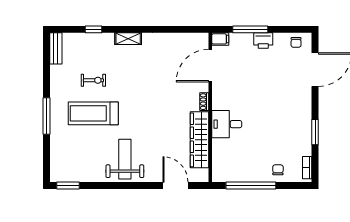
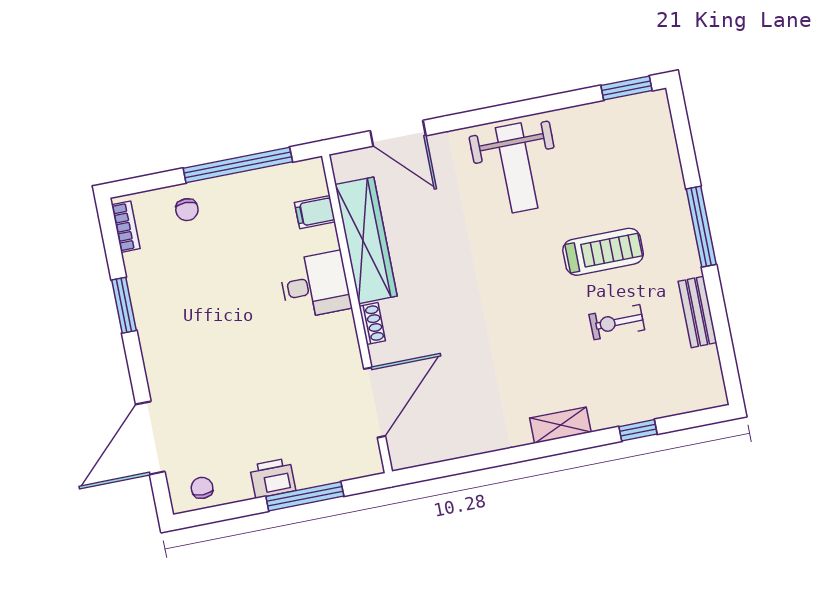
filing cabinet: (220, 39) -> (315, 212), moved
bench: (56, 48) -> (697, 312), moved
treadmill: (93, 113) -> (603, 252), width x0.73, depth x0.73

